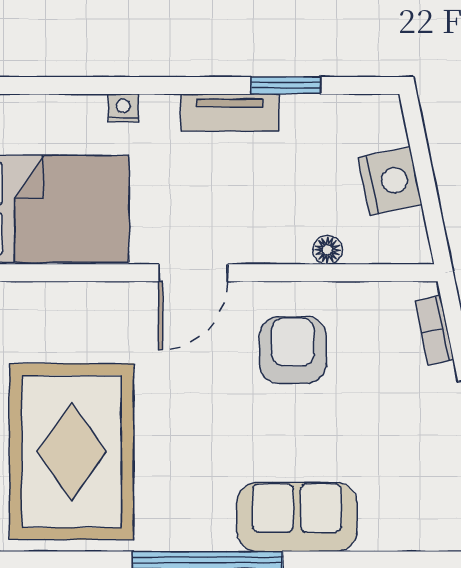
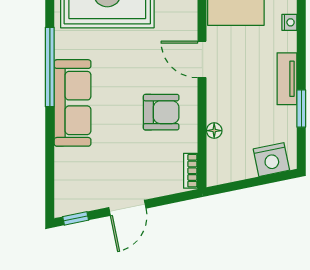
nightstand: (390, 181) -> (271, 160), moved
bookcase: (434, 330) -> (191, 171), moved, turned -78
sofa: (297, 517) -> (73, 103), width x1.36

